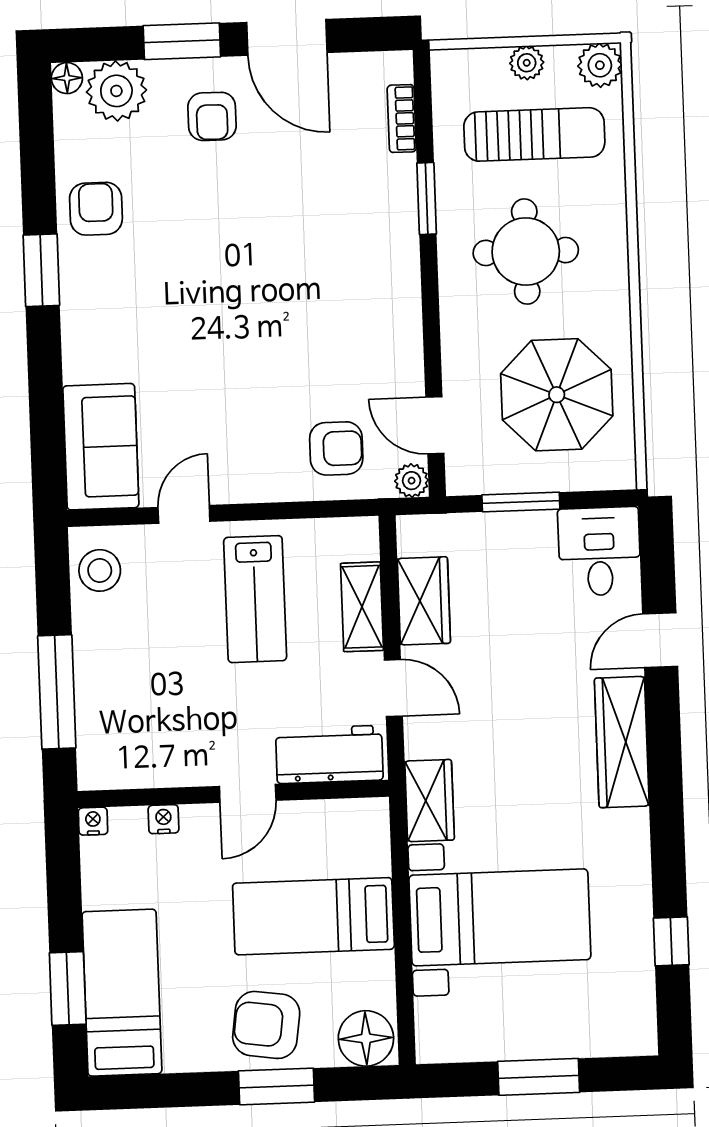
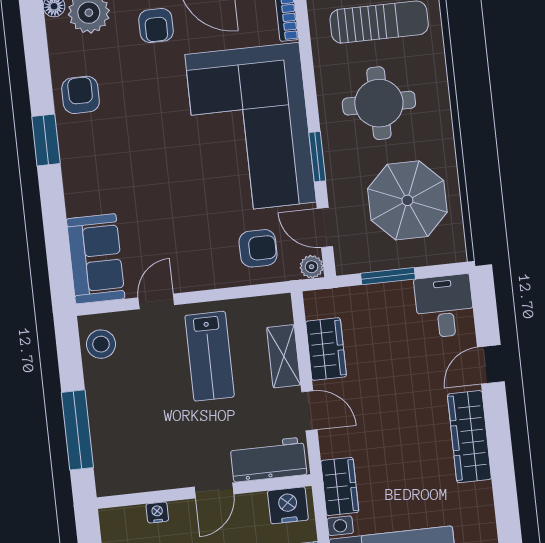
window: (427, 199) -> (317, 157), moved
corner sofa: (338, 275) -> (251, 128), added
nightstand: (93, 821) -> (288, 505), moved, width x1.89, depth x1.79

